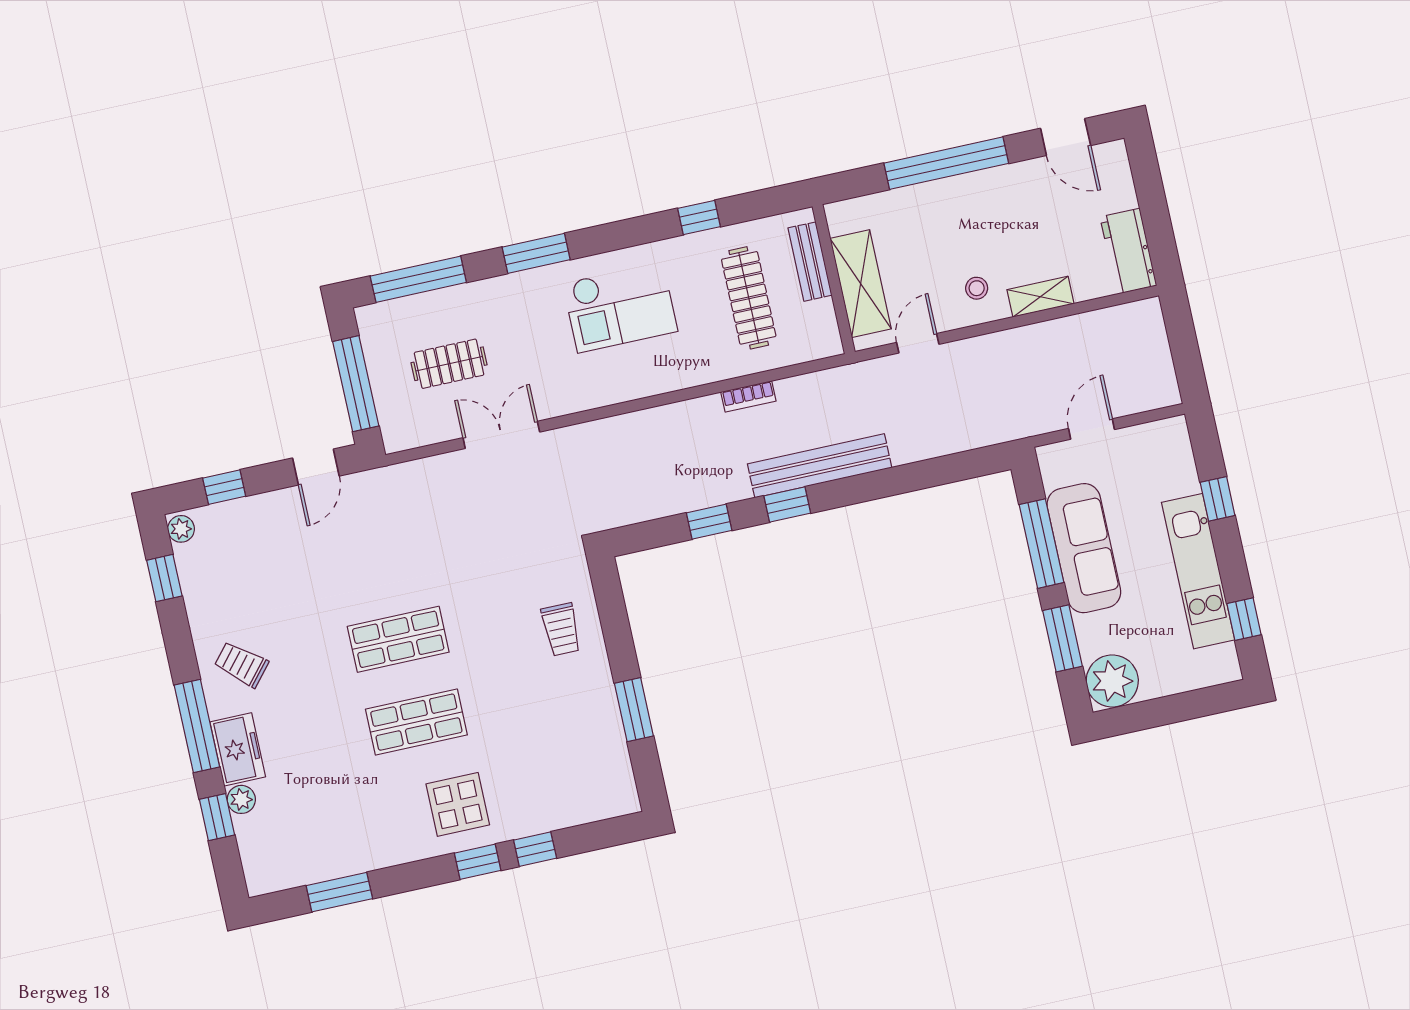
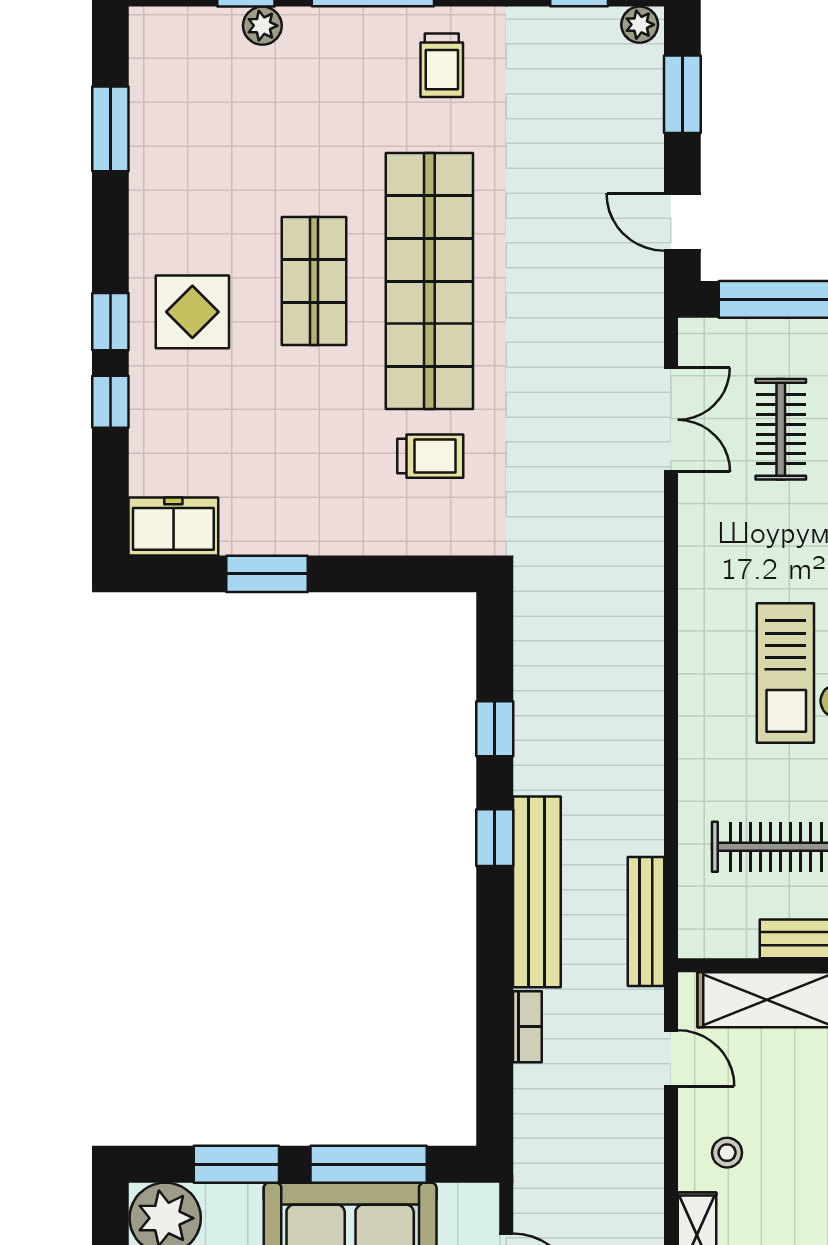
bench: (824, 383) -> (646, 921), added
bookcase: (748, 396) -> (527, 1027), moved, turned 180
double door: (501, 435) -> (671, 420), moved
window: (224, 487) -> (682, 94), width x1.50
trolley: (561, 629) -> (430, 456), moved, turned 180
shop shelf: (398, 639) -> (429, 281), width x2.00, depth x1.36
trolley: (241, 664) -> (442, 65), turned 140
freezer: (238, 749) -> (173, 527), moved, turned 180

